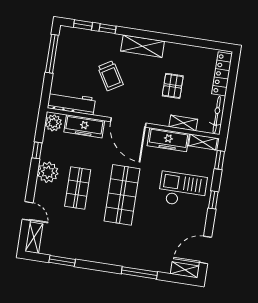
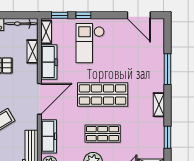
window: (213, 200) -> (83, 15), moved
shelving: (185, 270) -> (159, 105), moved

